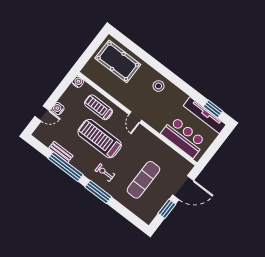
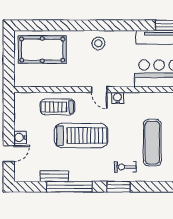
water cooler: (78, 82) -> (118, 98), moved
treadmill: (100, 139) -> (81, 136), turned 180
exercise bike: (105, 173) -> (125, 167), moved
window: (98, 192) -> (119, 187), width x0.69

